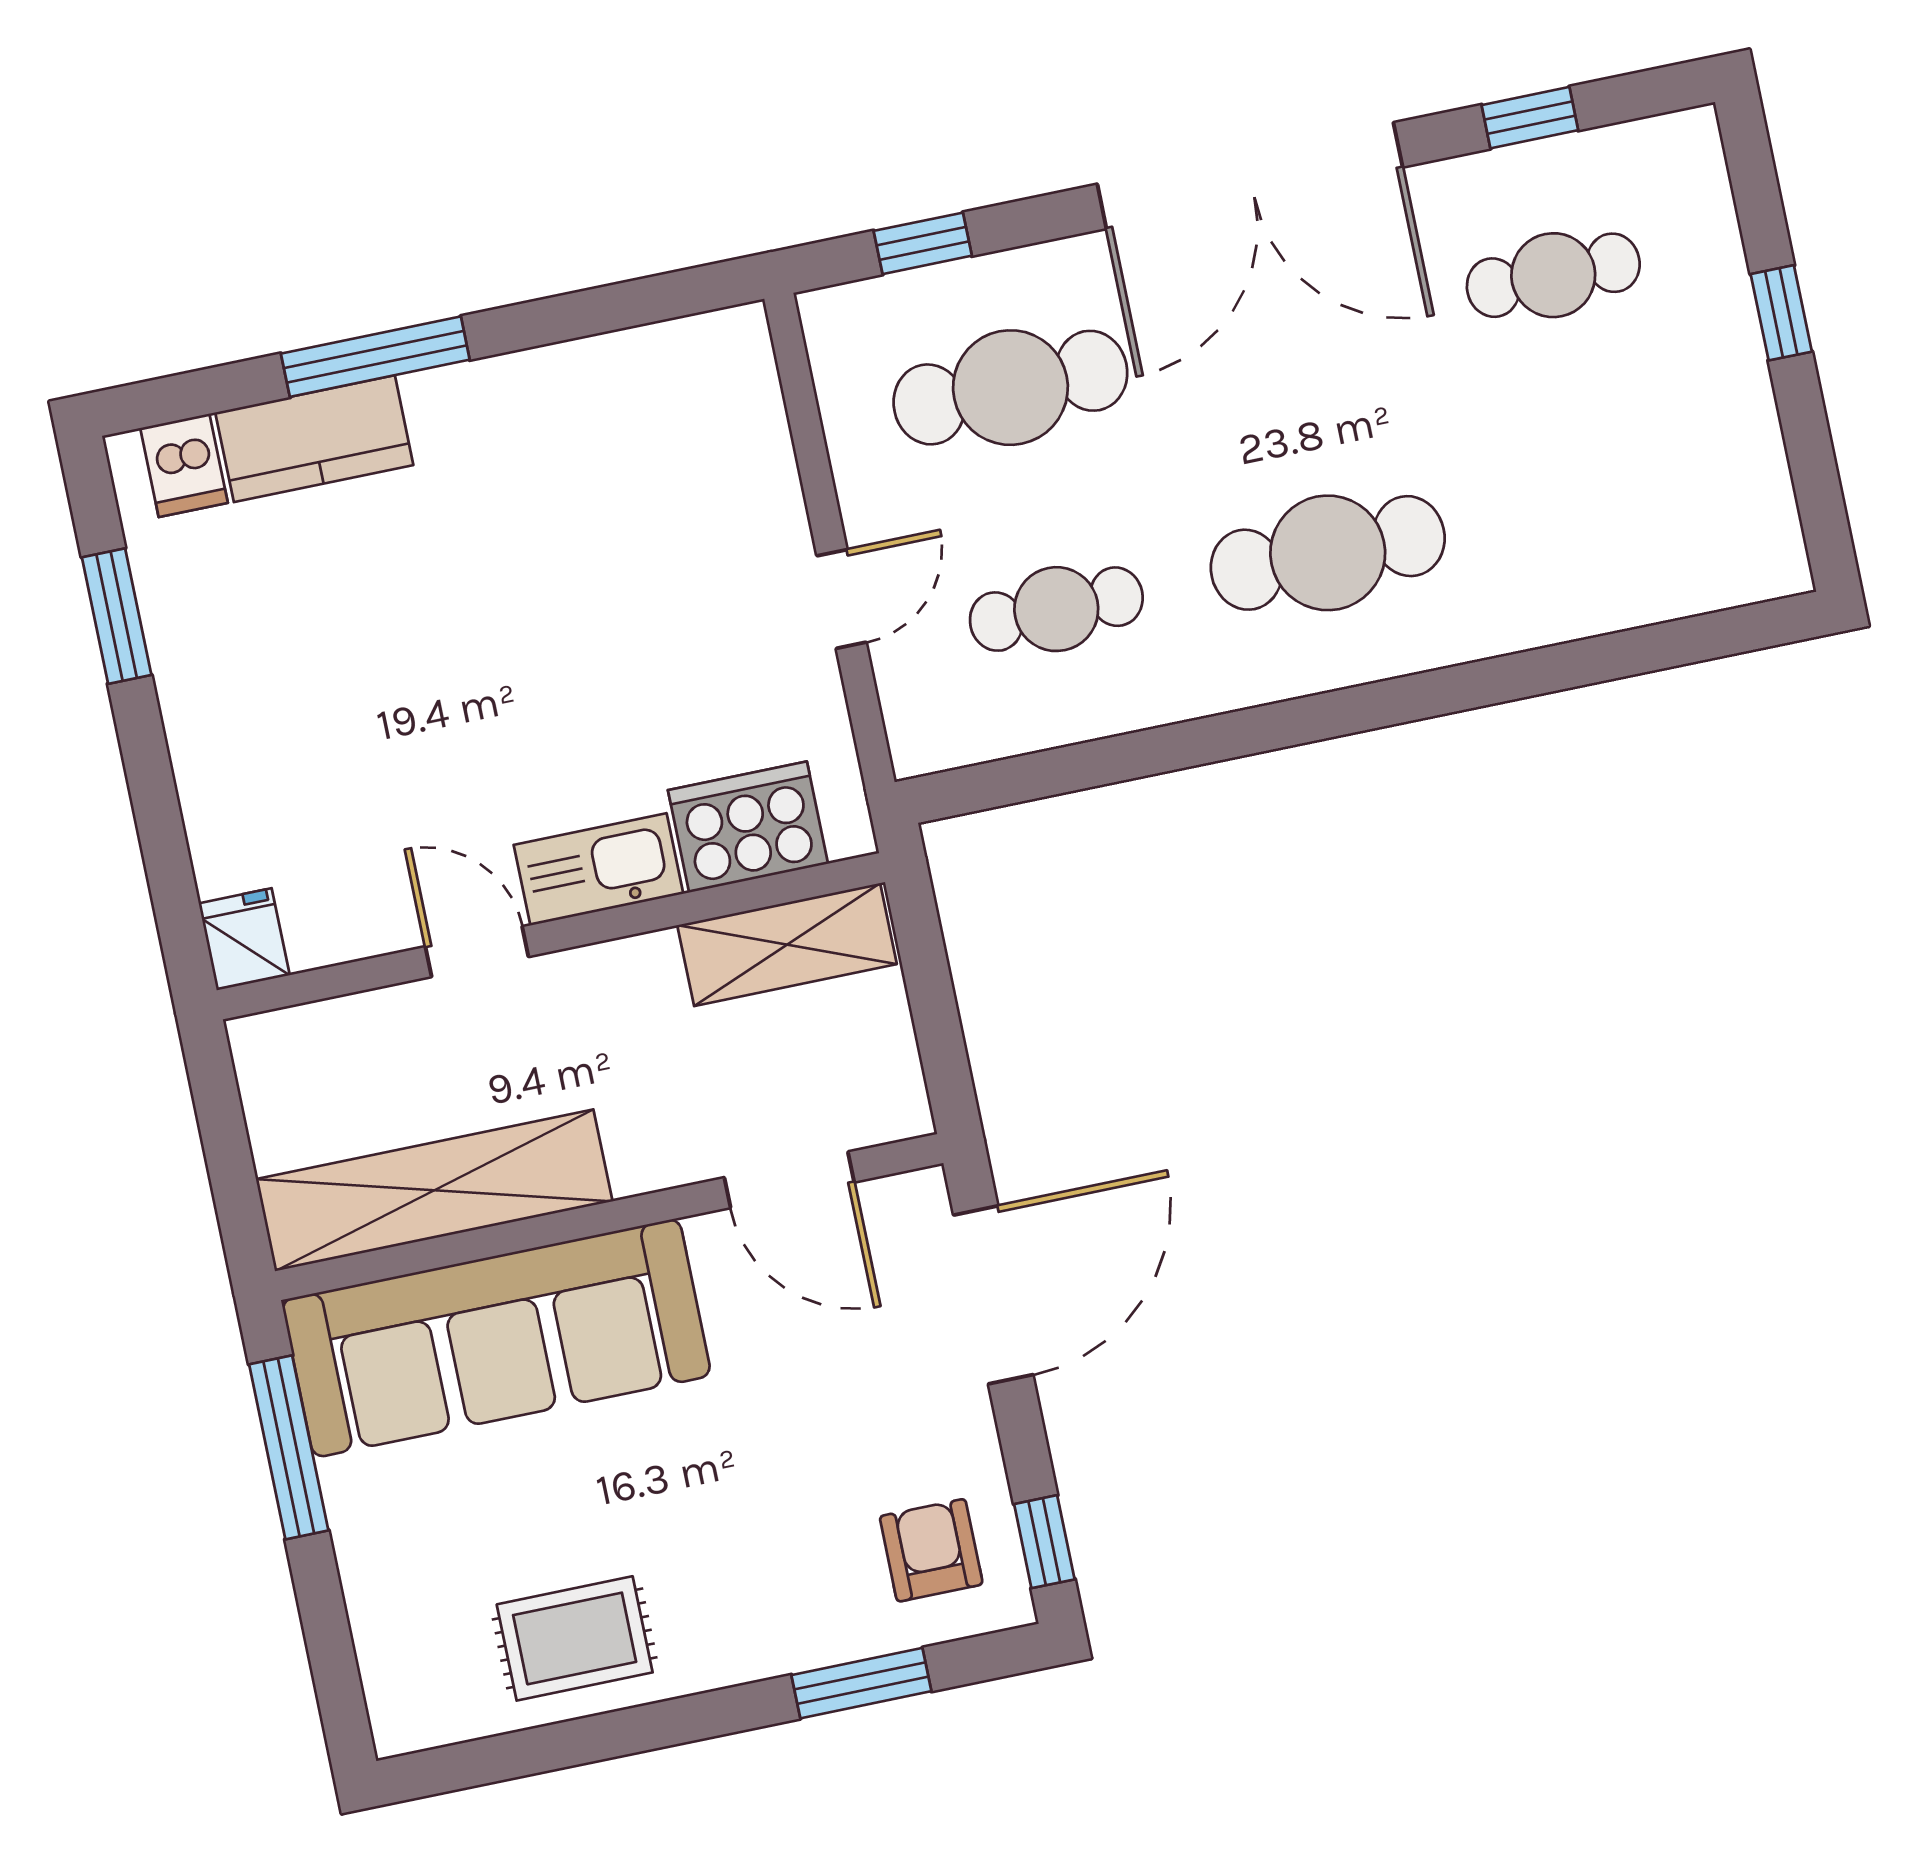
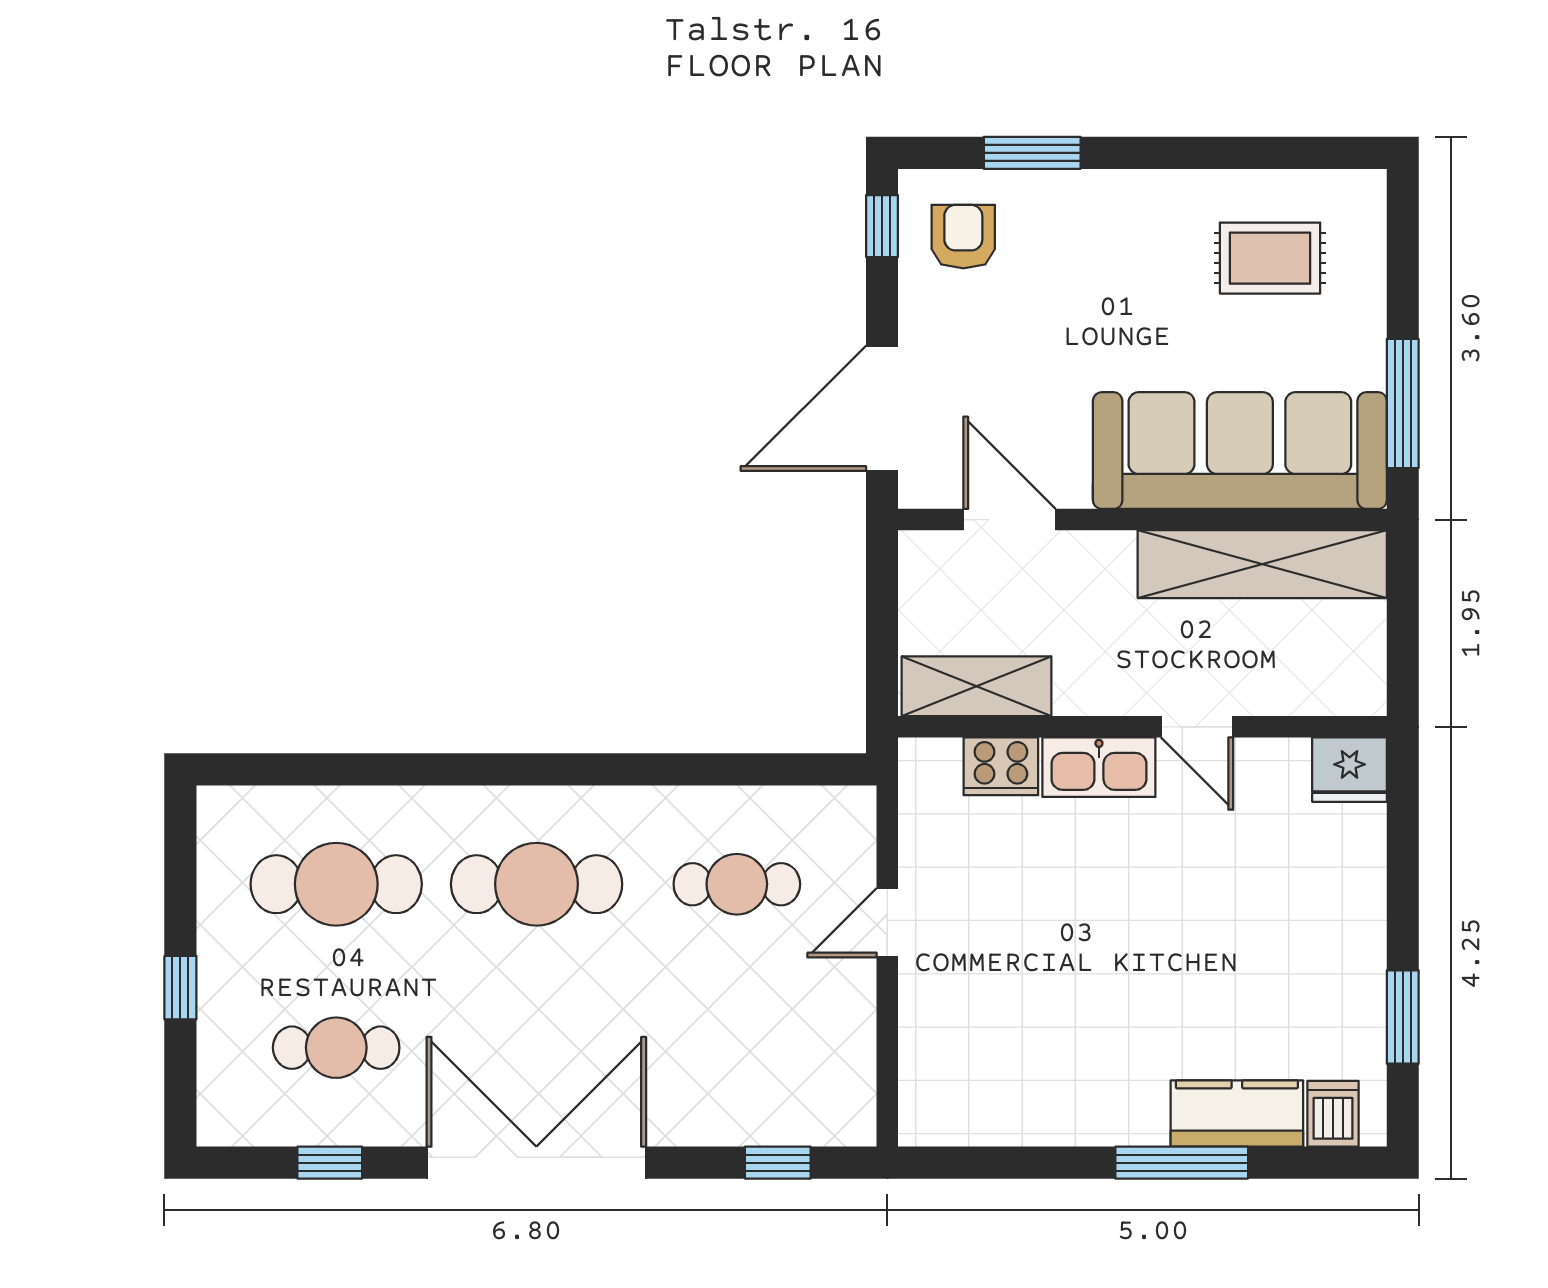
cafe table: (1010, 388) -> (336, 884), moved
cooker: (748, 827) -> (1001, 766), width x0.73, depth x0.76
fridge: (244, 939) -> (1350, 770), width x1.38
armchair: (931, 1550) -> (963, 237), turned 180
rug: (575, 1638) -> (1270, 258), moved

